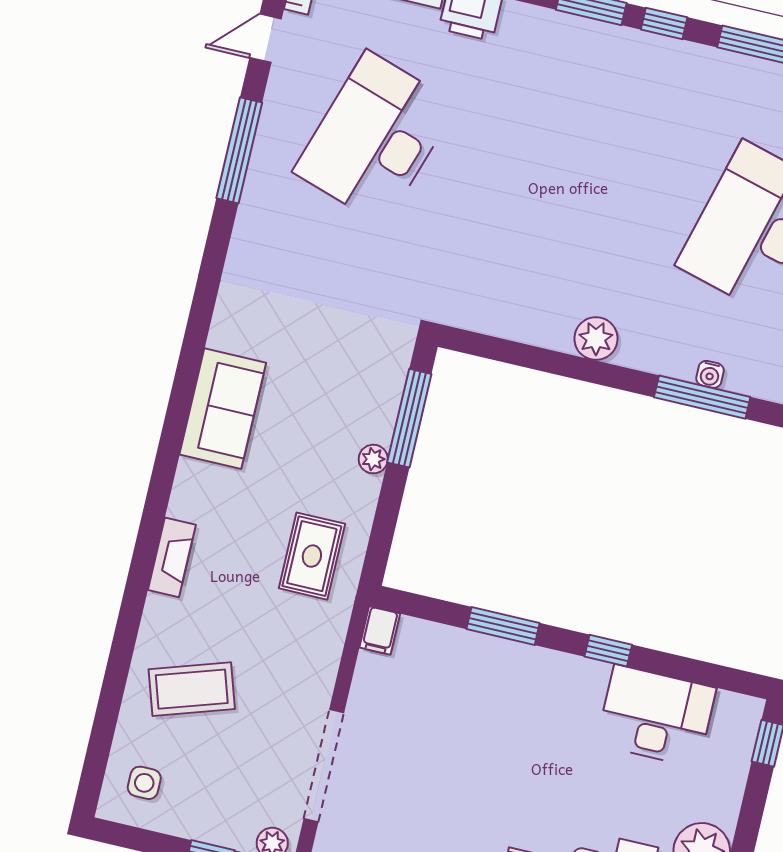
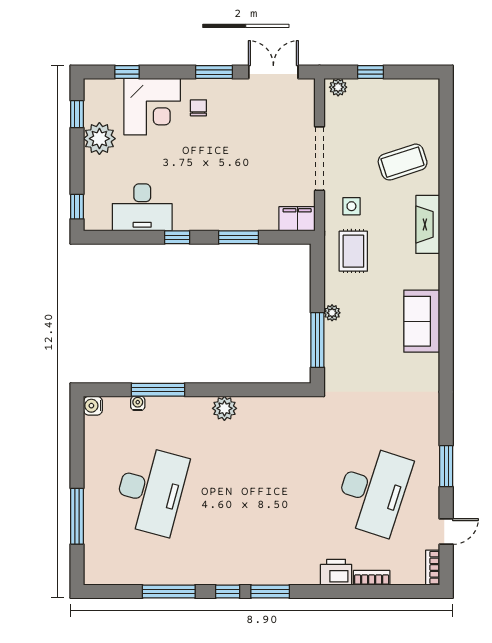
window: (239, 150) -> (446, 466), width x0.69
water cooler: (710, 374) -> (138, 403), moved
fireplace: (172, 557) -> (428, 224), width x1.37, depth x1.32
filing cabinet: (380, 631) -> (297, 219), width x2.00
doorway: (324, 765) -> (320, 159), moved
side table: (144, 783) -> (351, 206), moved

